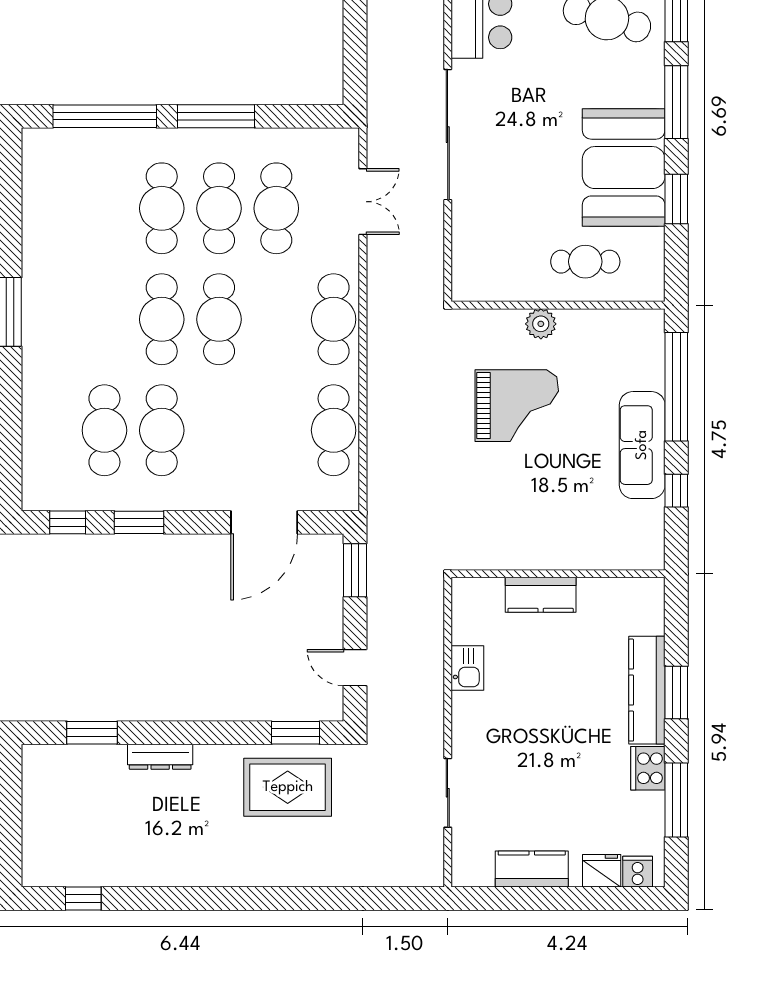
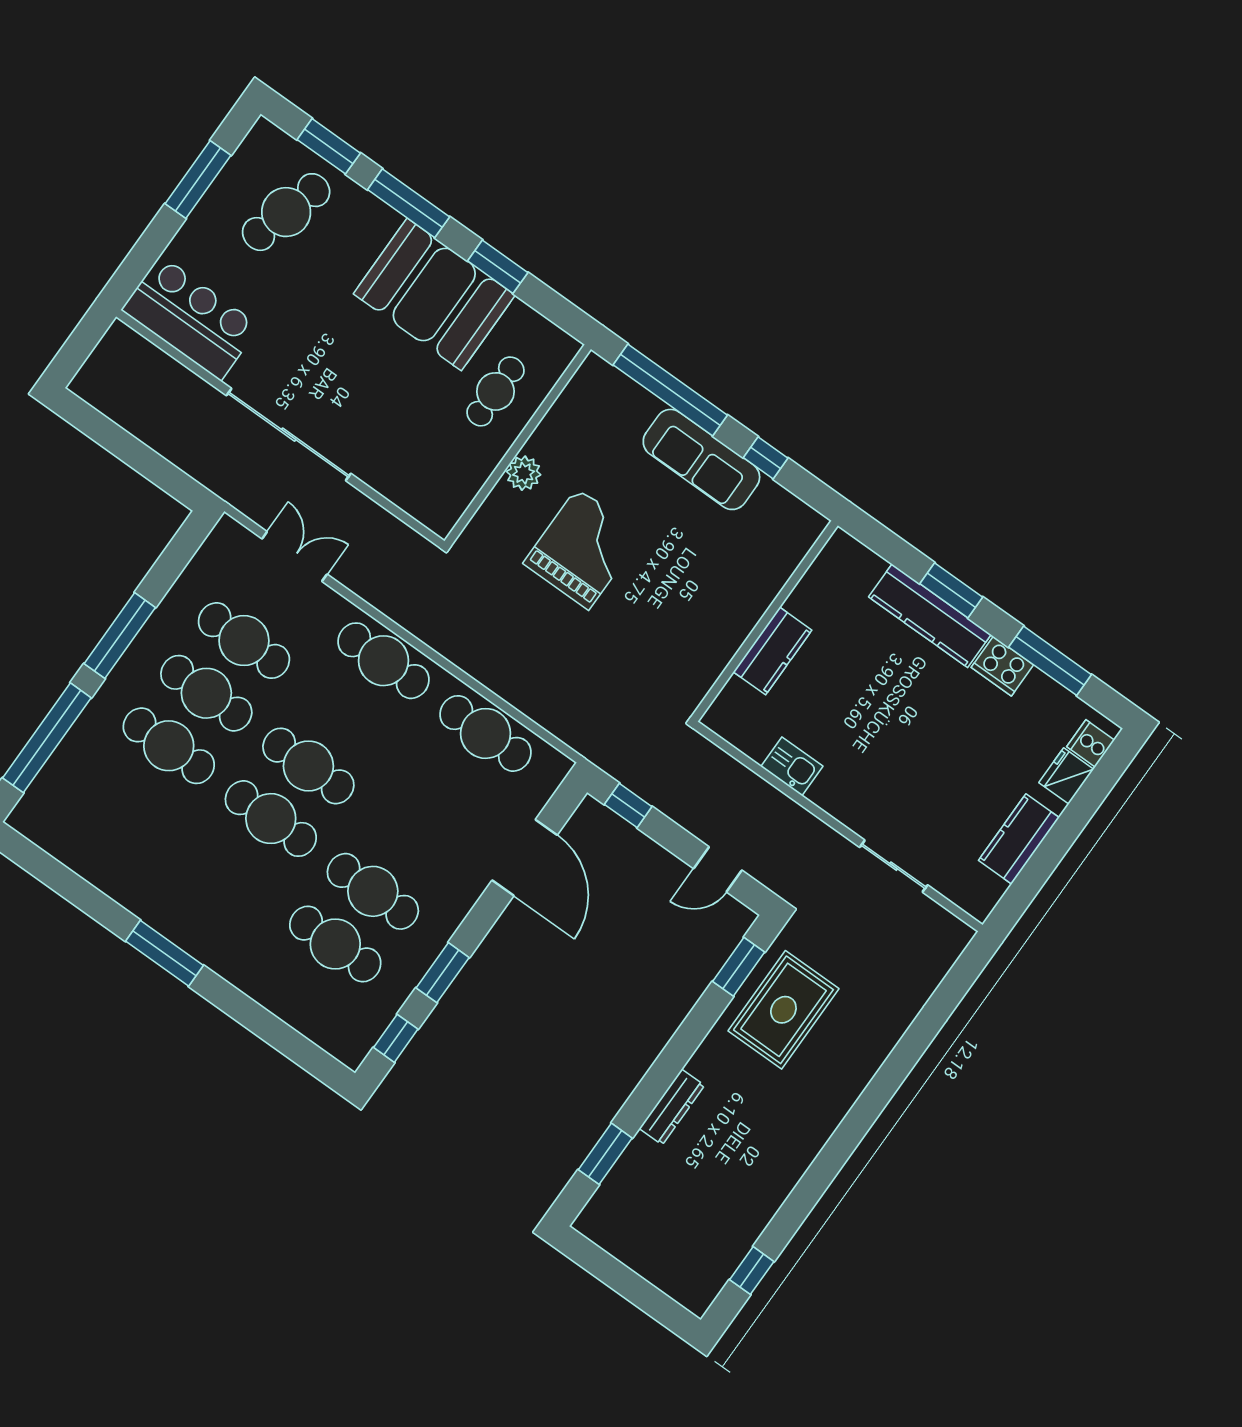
window: (355, 570) -> (628, 806), width x0.67

